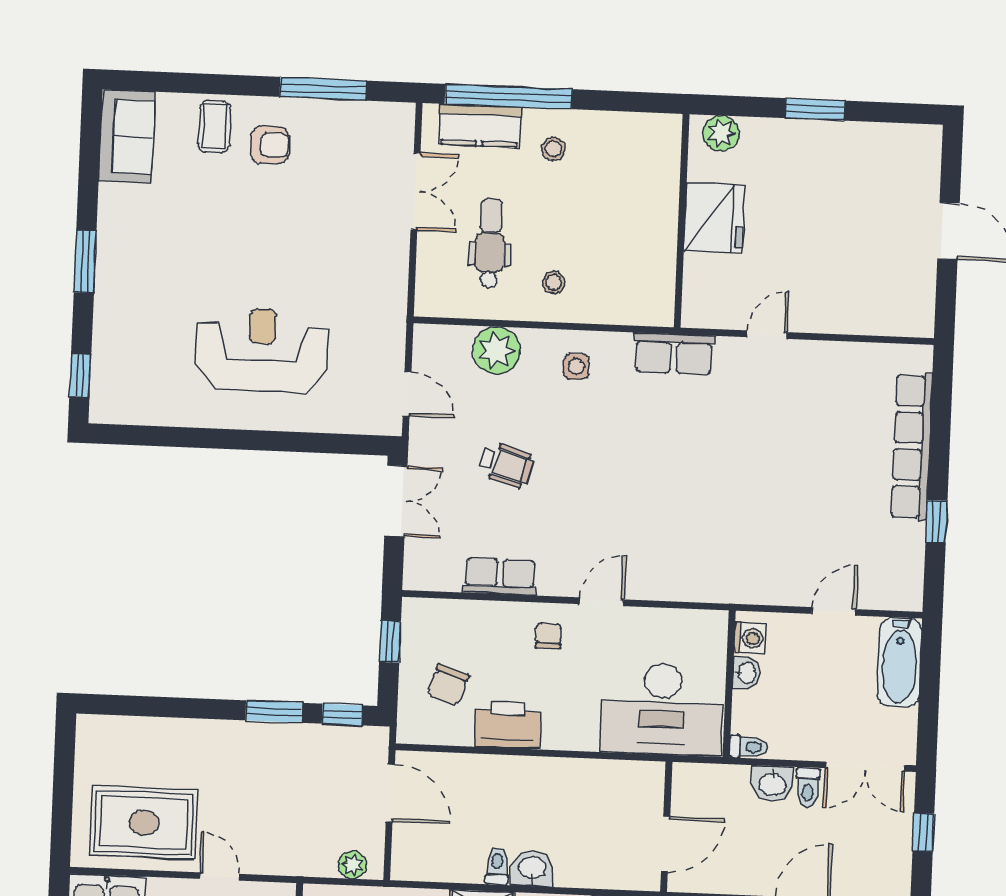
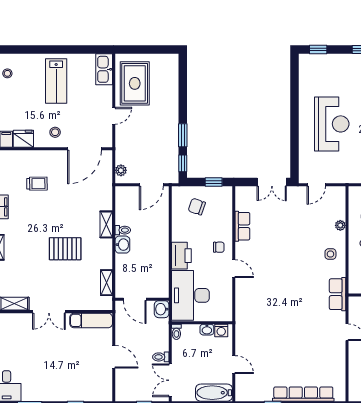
plant: (496, 350) -> (340, 225), width x0.53, depth x0.53
wheelchair: (506, 465) -> (289, 227), removed
printer: (508, 725) -> (181, 256), moved
washbasin: (772, 784) -> (162, 309), moved

